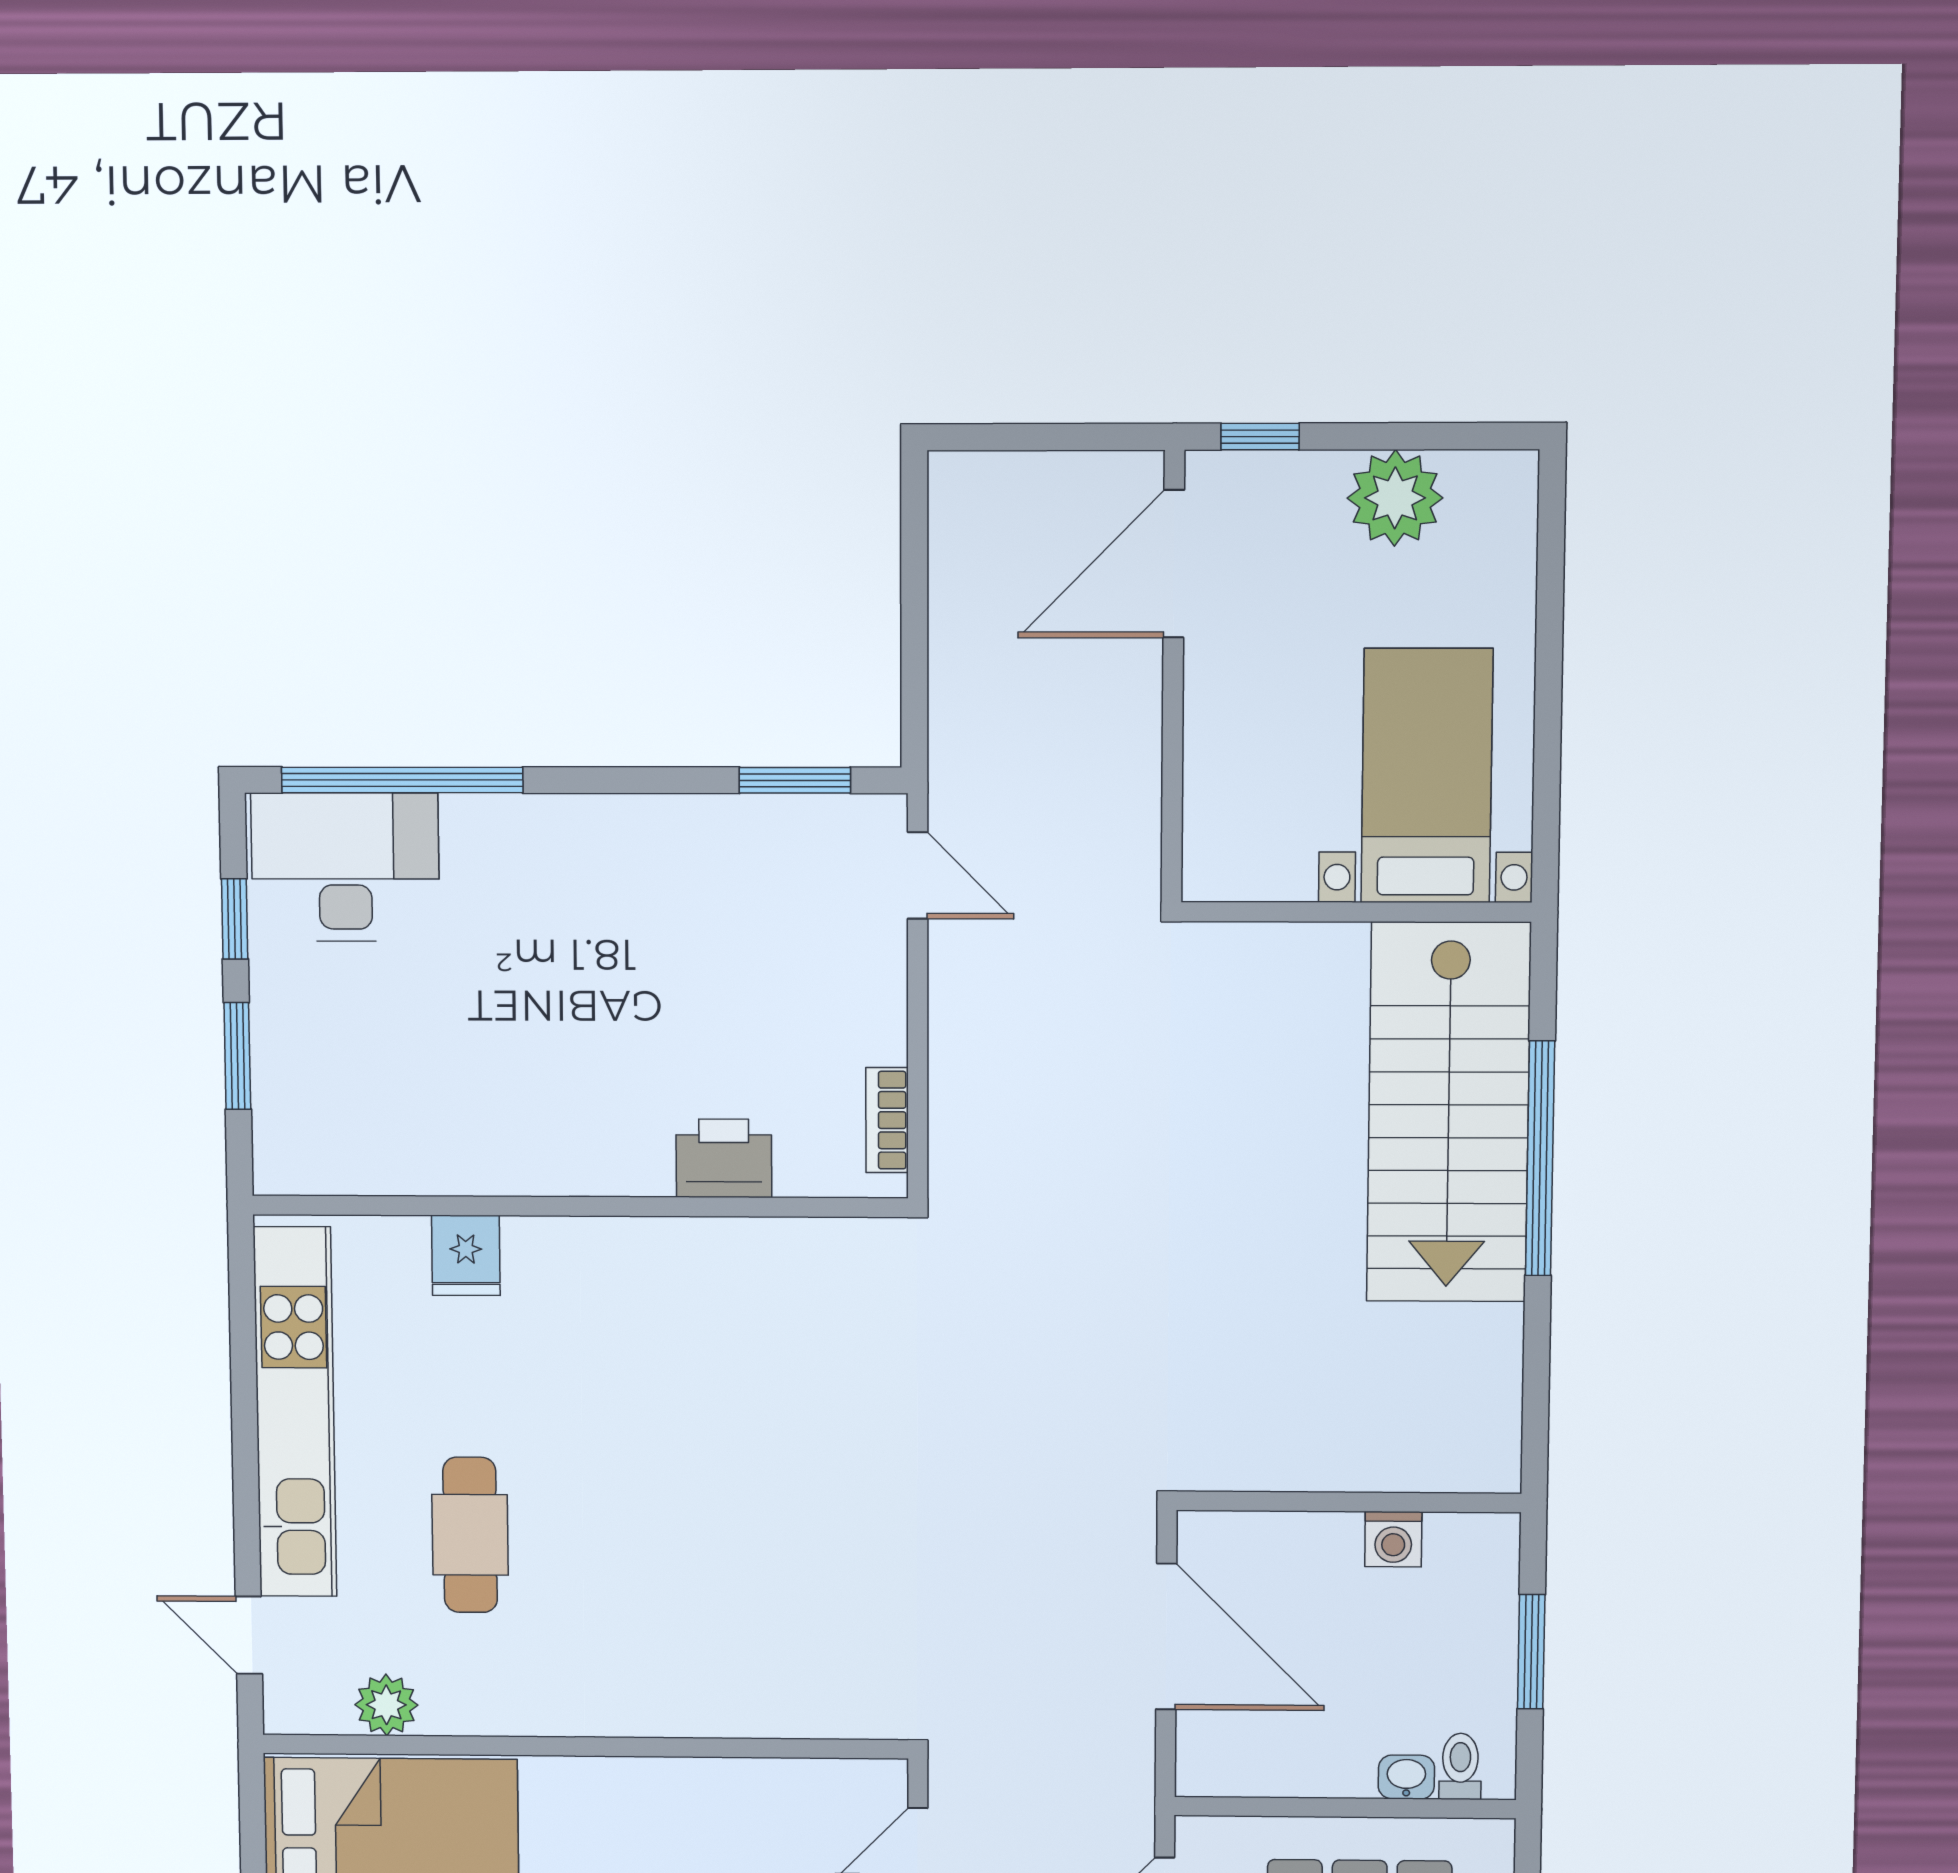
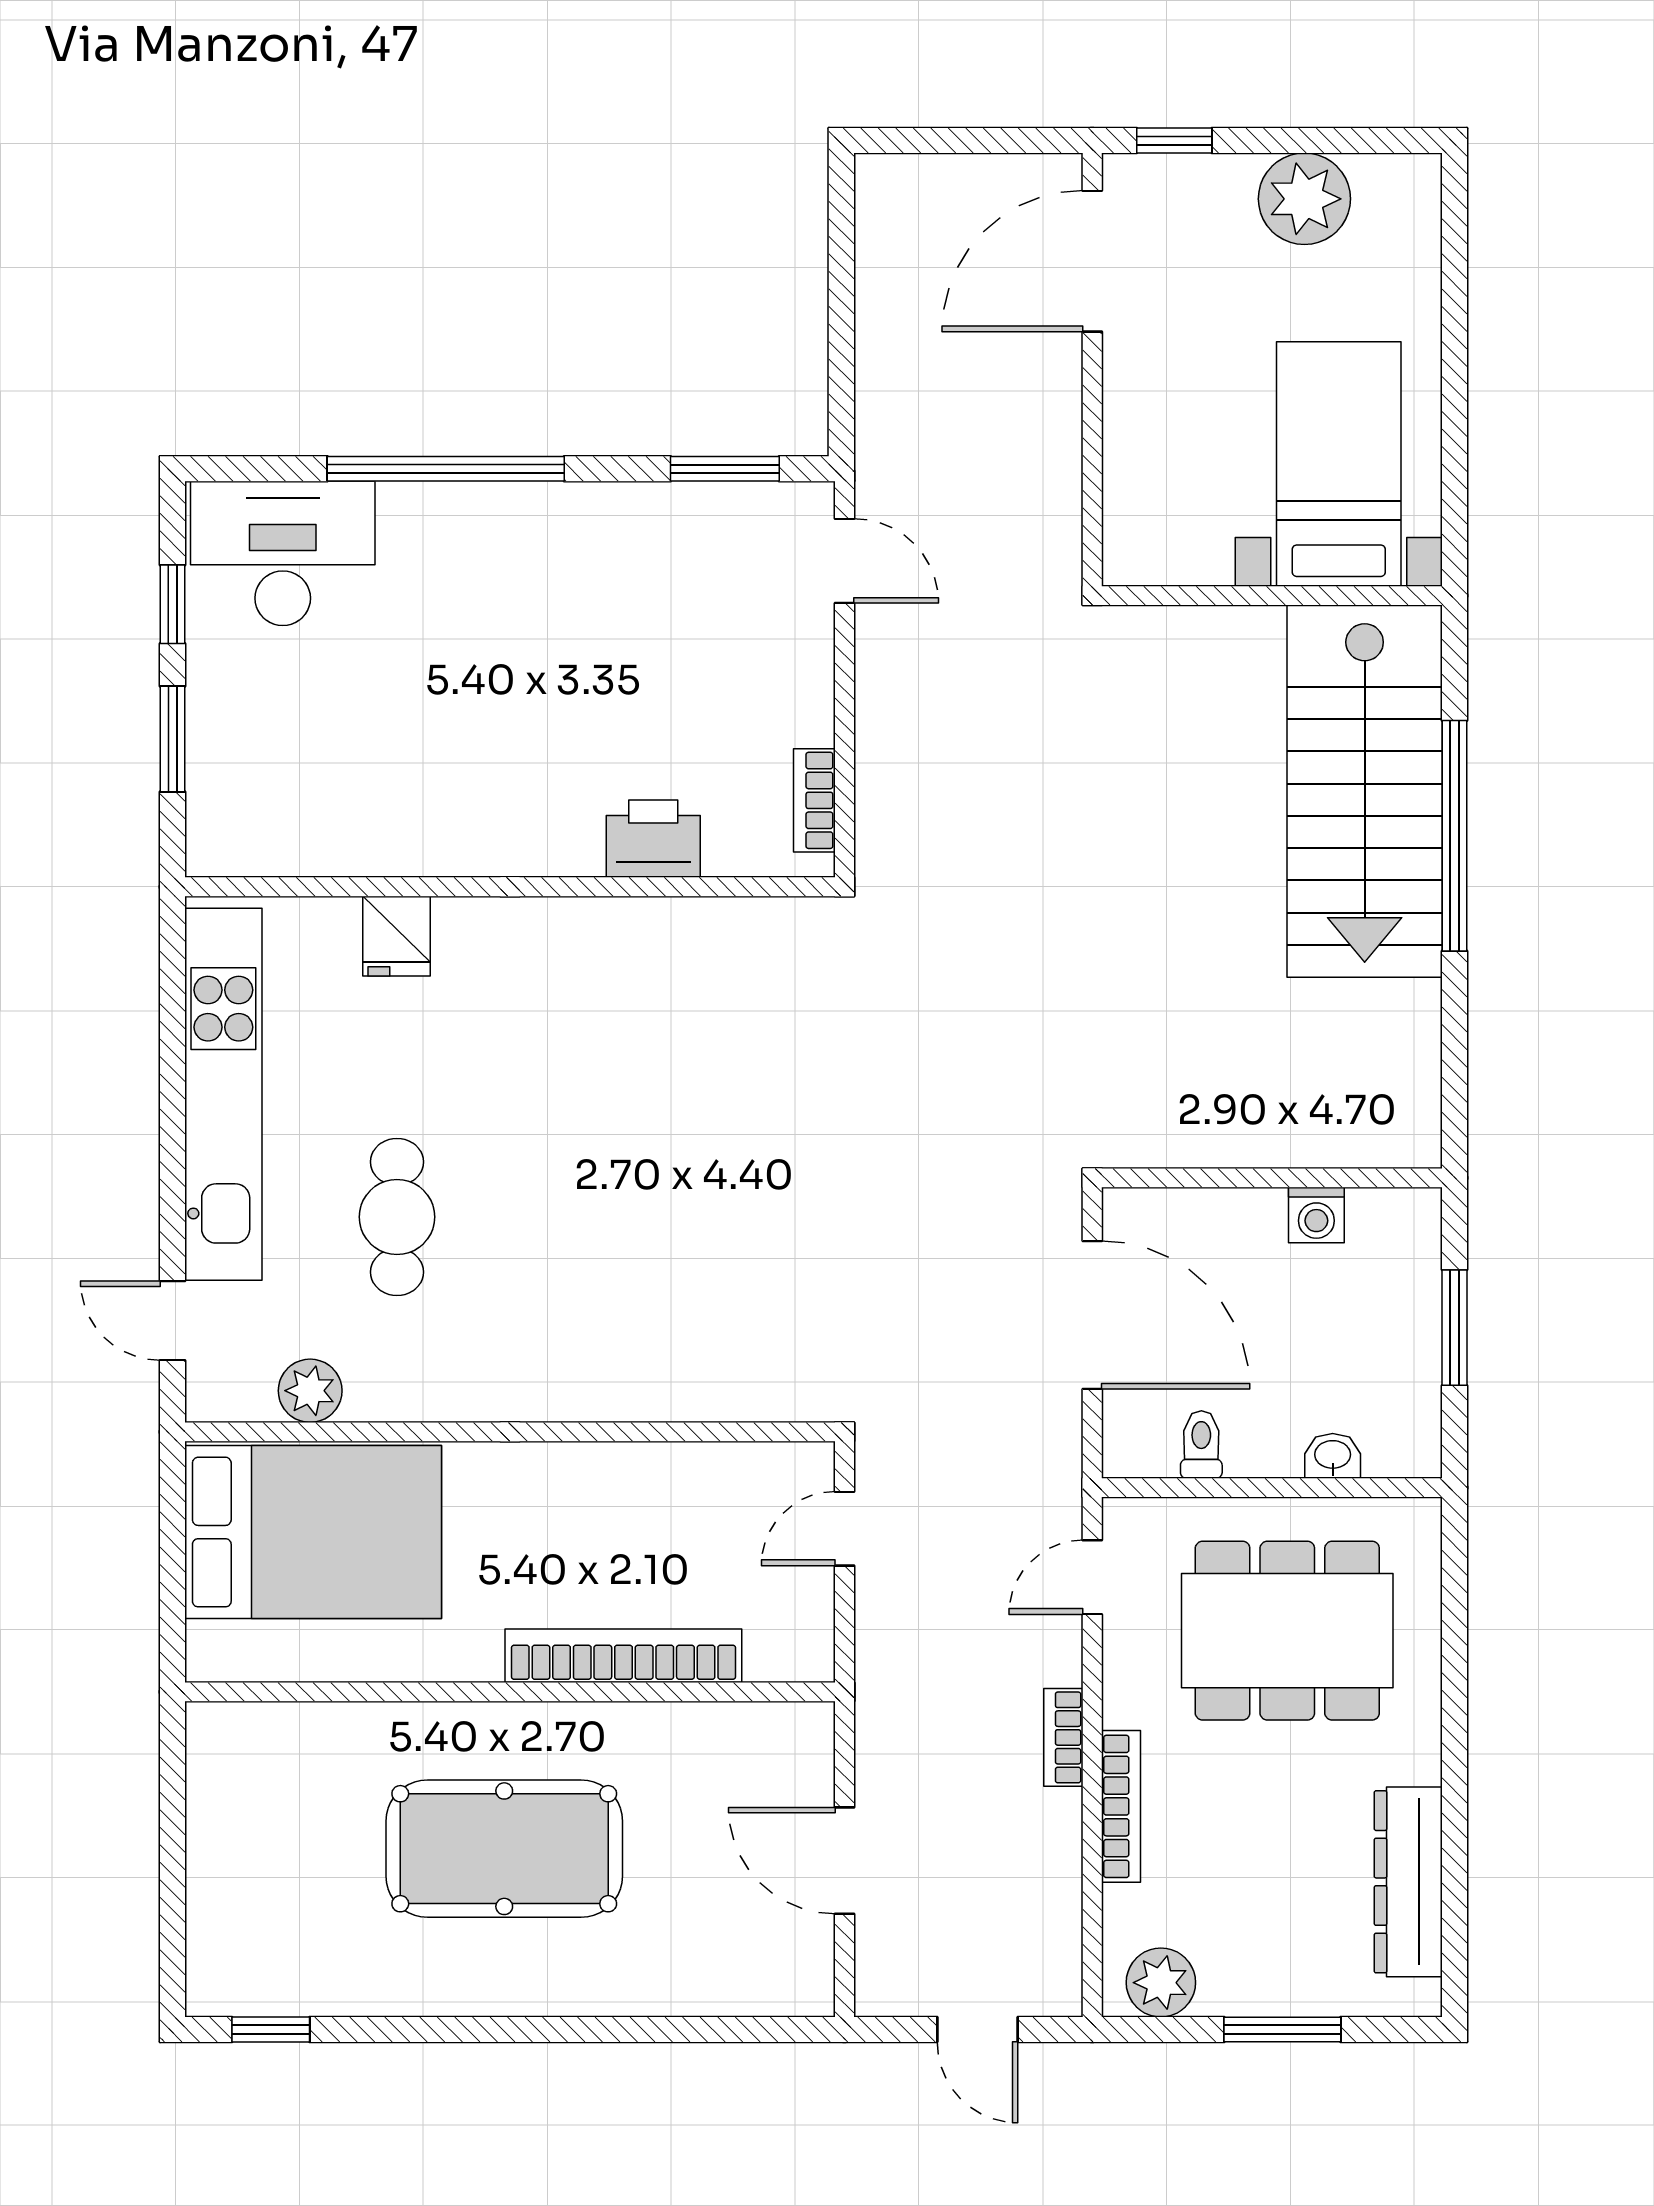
window: (402, 780) -> (446, 469), moved
toilet: (1460, 1766) -> (1201, 1444), moved

